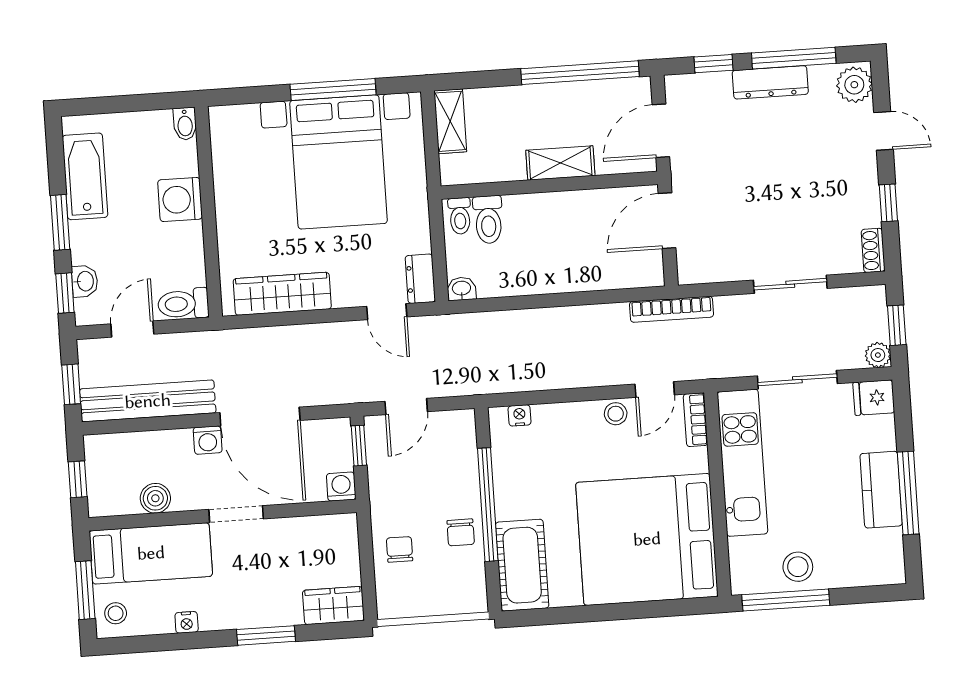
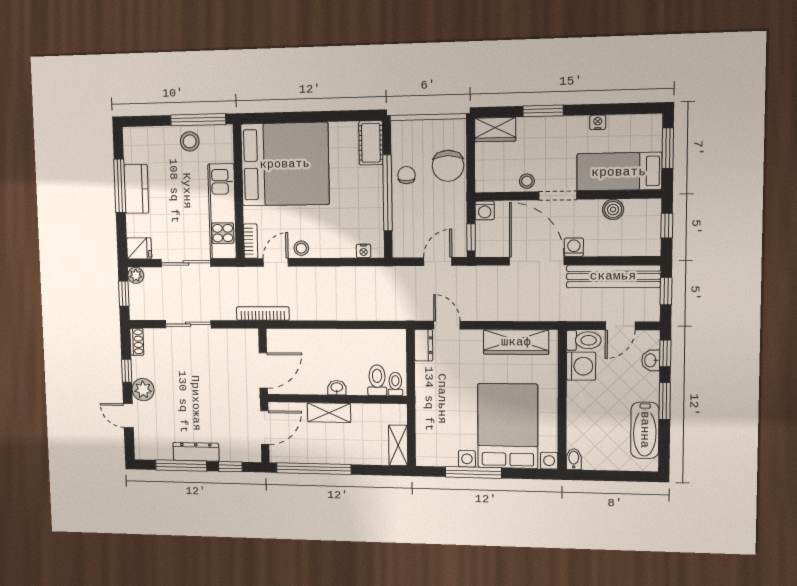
plant: (854, 85) -> (143, 390), moved
bed with nightstands: (339, 162) -> (508, 426), moved
washing machine: (180, 199) -> (581, 366), moved
washbasin: (462, 289) -> (337, 388), moved, turned 180
chair: (400, 549) -> (448, 166), width x1.87, depth x1.87
cot: (522, 565) -> (371, 143), width x0.73, depth x0.75
stool: (116, 613) -> (527, 181), moved

